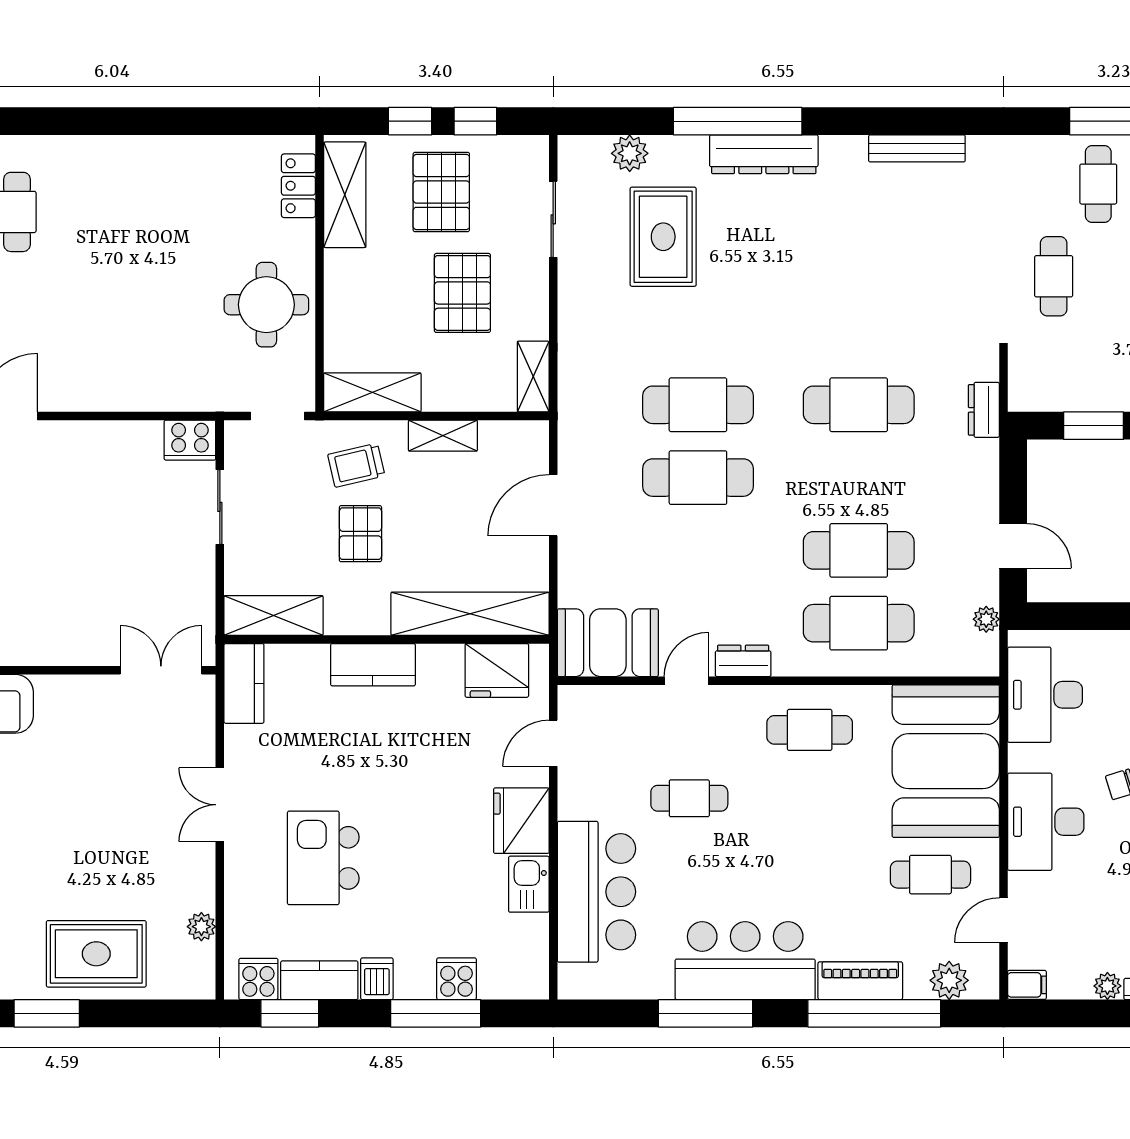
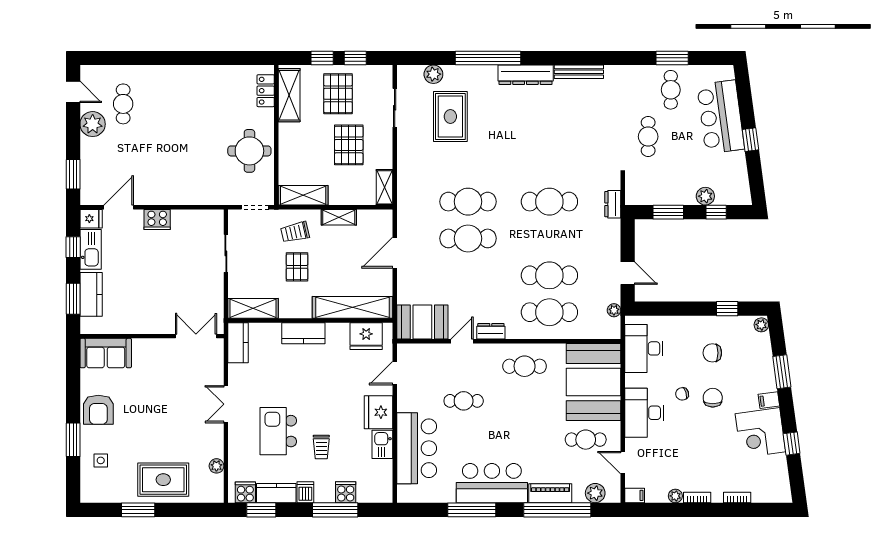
dresser: (764, 154) -> (526, 75), moved
cooker: (190, 440) -> (157, 219), moved
trolley: (408, 889) -> (321, 447), added
door: (1003, 920) -> (623, 463), hinge flipped

